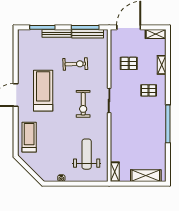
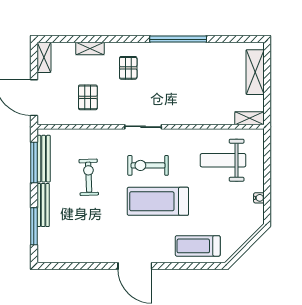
treadmill: (43, 91) -> (158, 201), moved
exercise bike: (83, 104) -> (148, 165), turned 180

